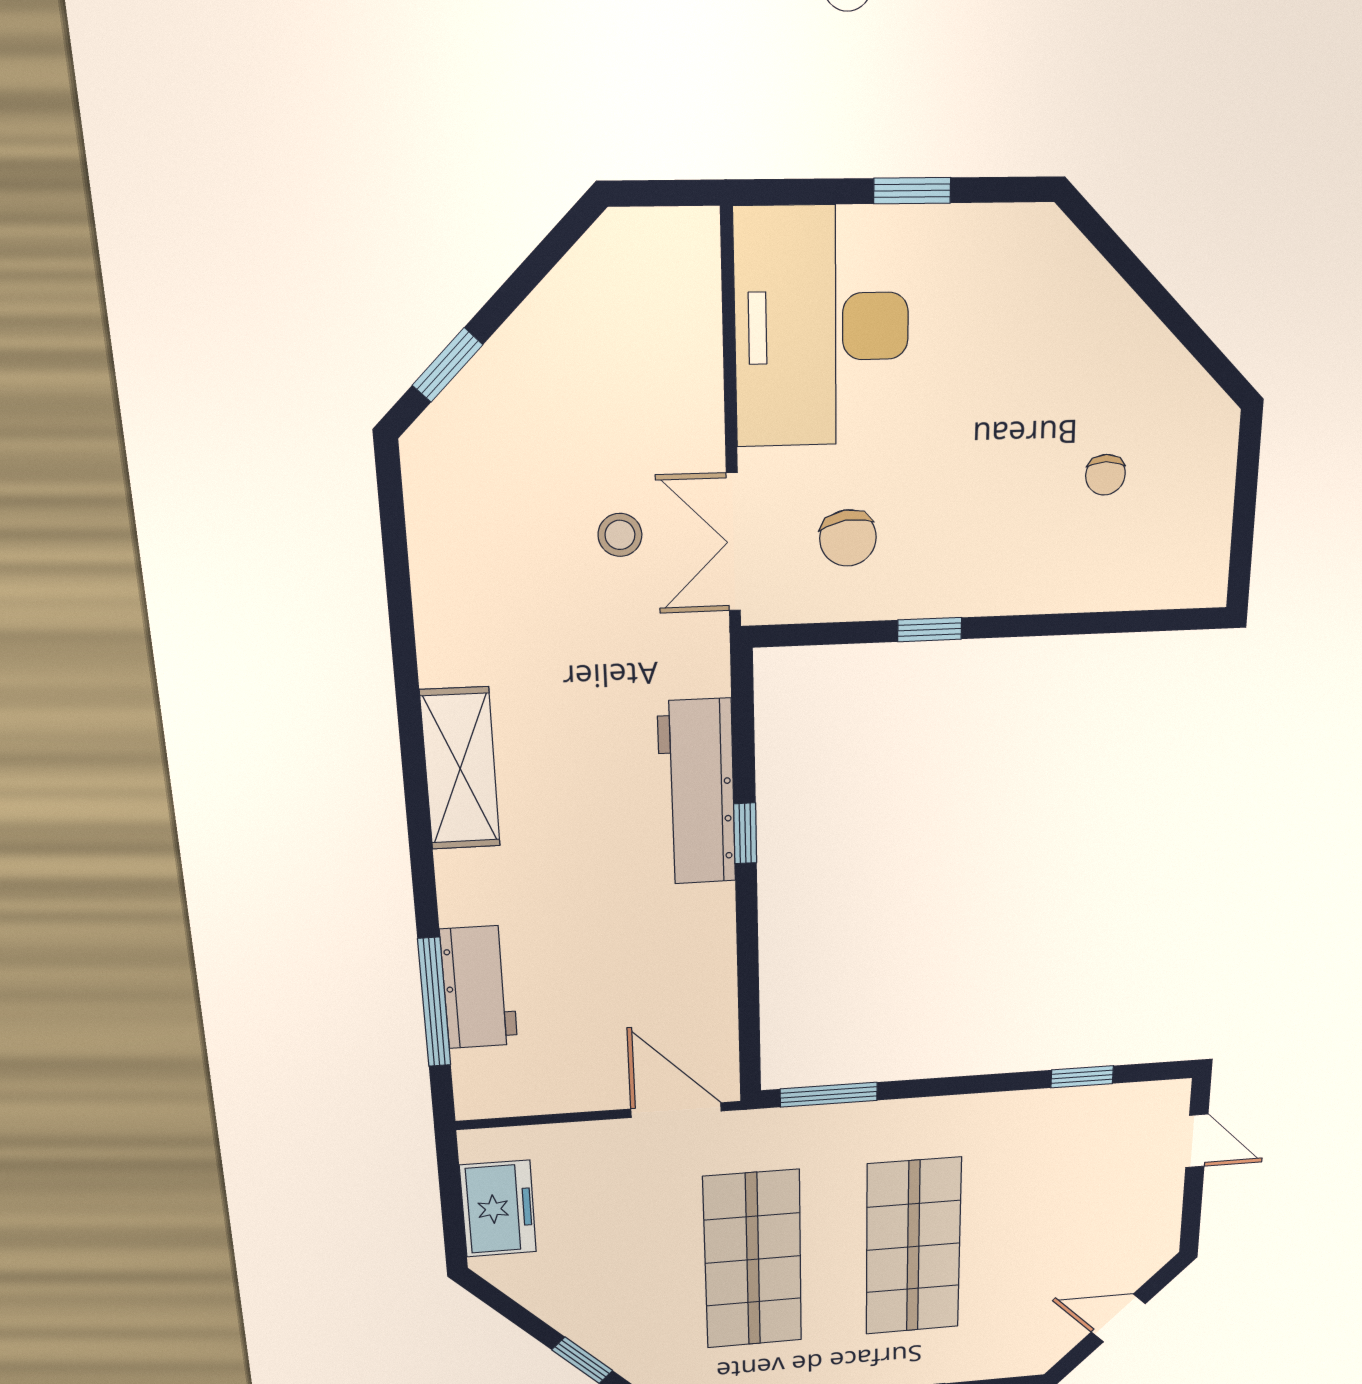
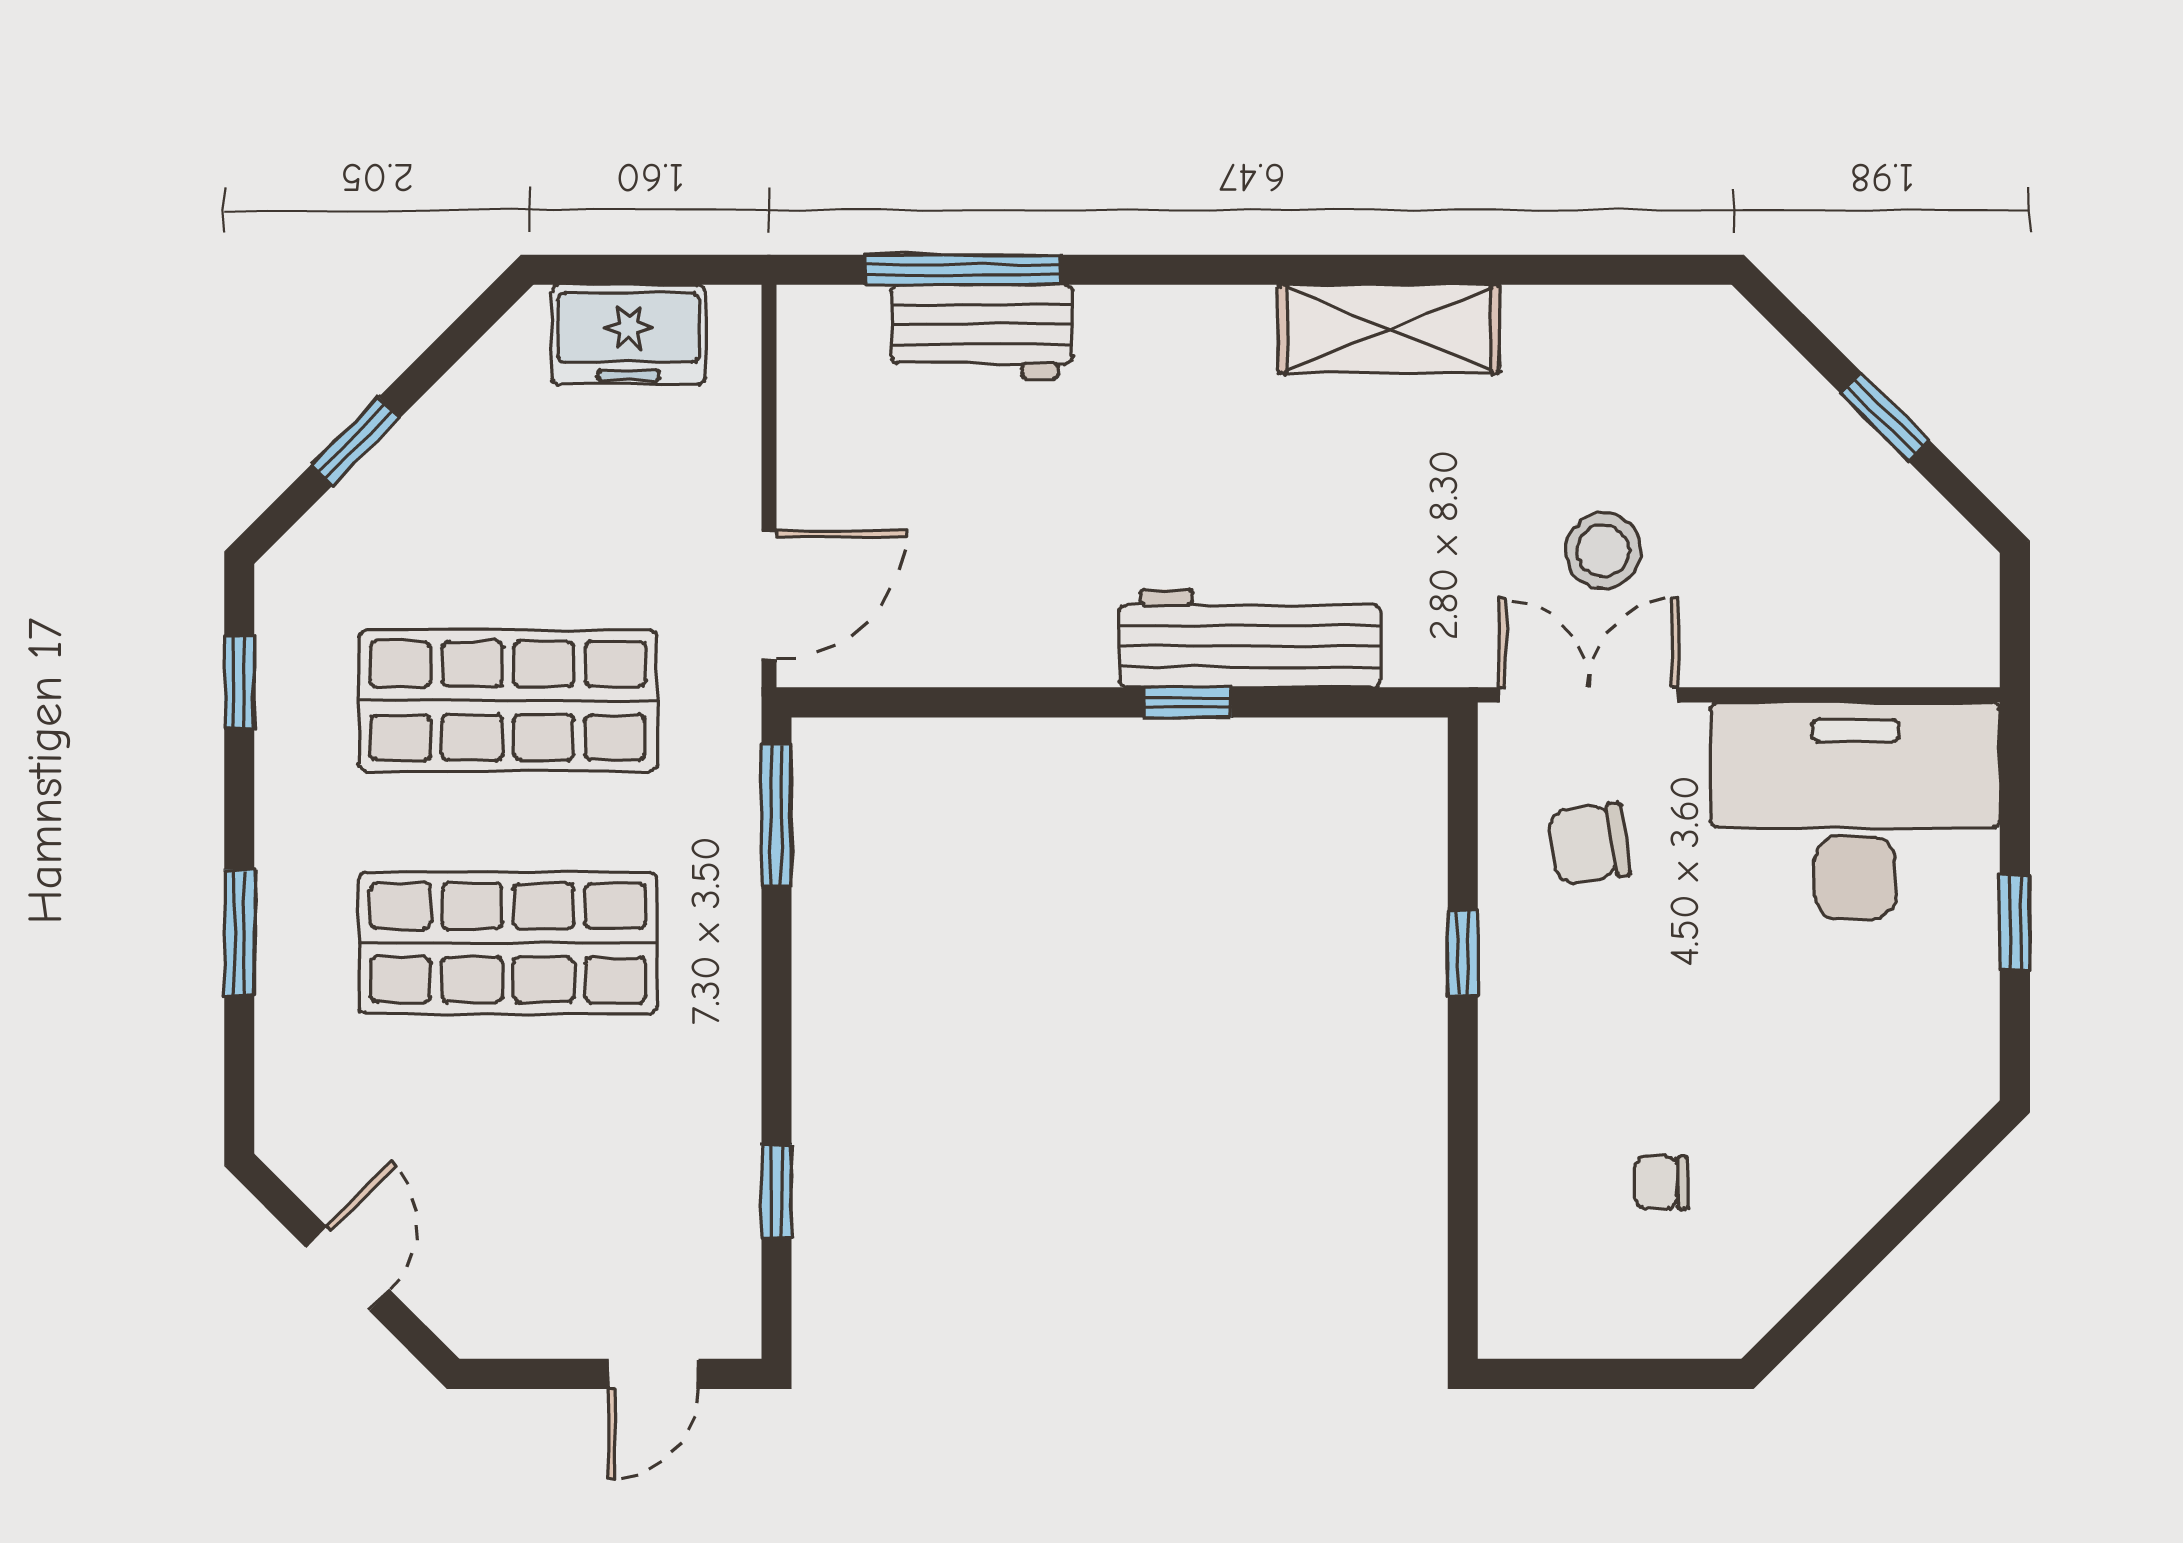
window: (447, 365) -> (1885, 417), moved
stool: (620, 535) -> (1603, 551), width x1.37, depth x1.37
shelving: (460, 769) -> (1389, 329), moved

